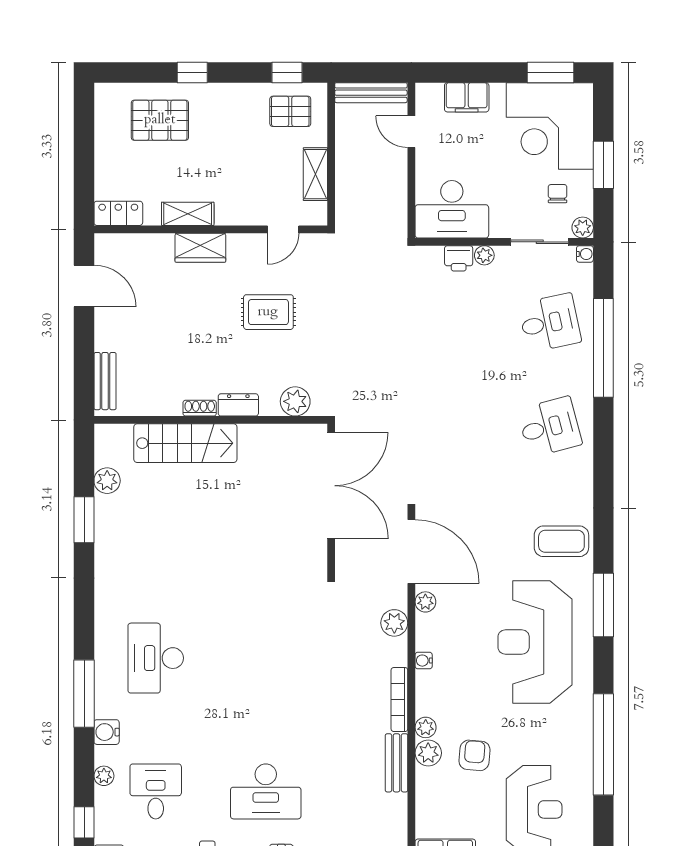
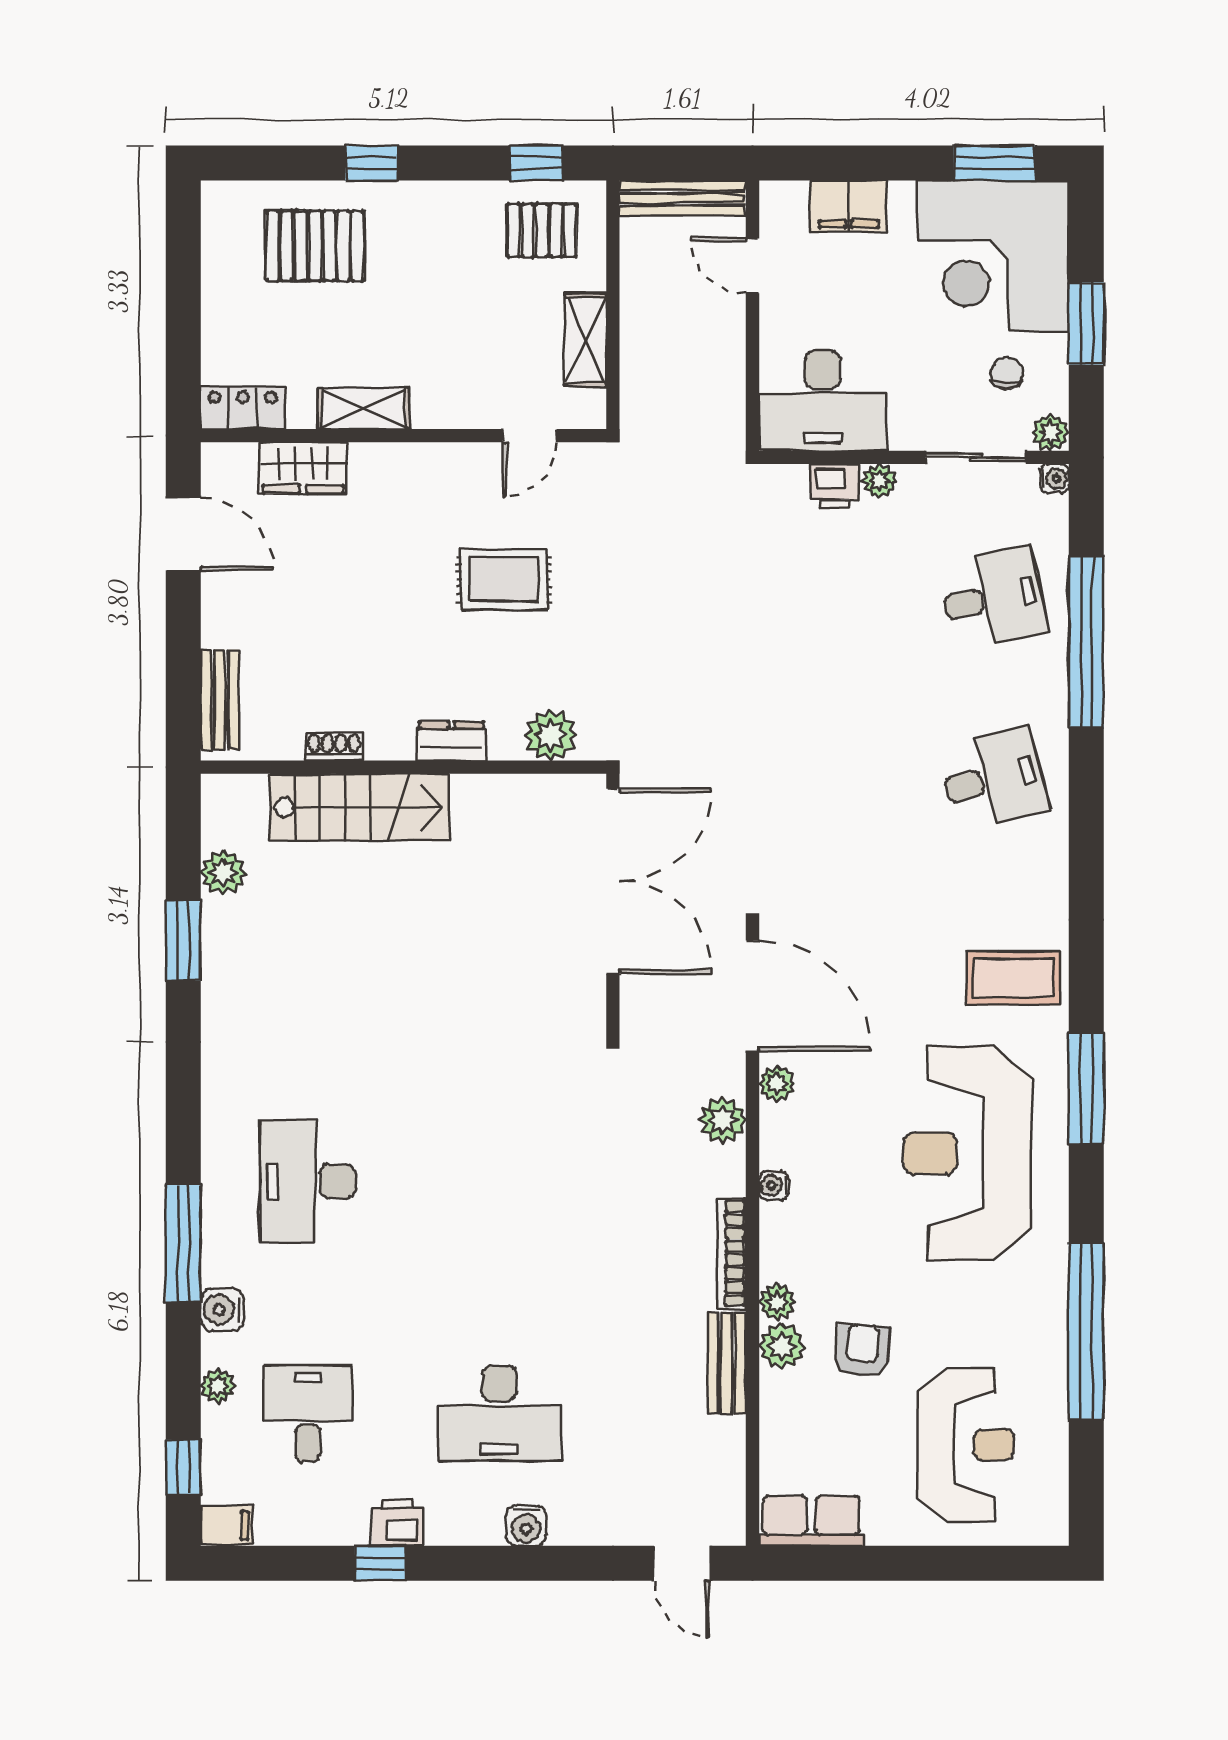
wardrobe: (200, 248) -> (303, 468), moved
shoe rack: (200, 408) -> (334, 747), moved

